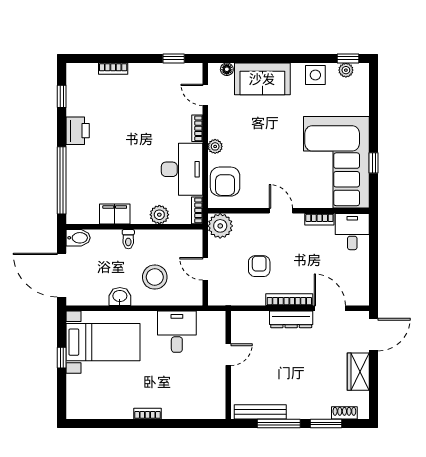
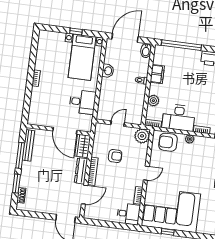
stool: (155, 277) -> (117, 93), removed
door: (228, 355) -> (65, 131), width x1.88
wardrobe: (358, 372) -> (83, 146), moved, turned -90

